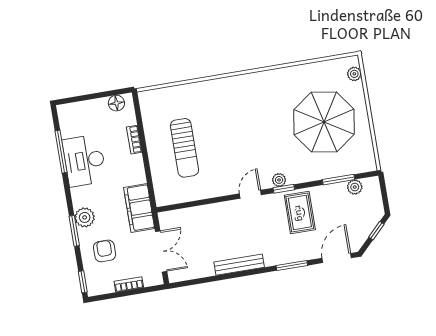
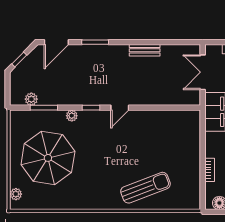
sun lounger: (184, 148) -> (145, 188), moved, turned 69
plant: (279, 180) -> (72, 116), moved
rug: (300, 213) -> (81, 85), removed
bench: (239, 265) -> (145, 50), width x0.73

